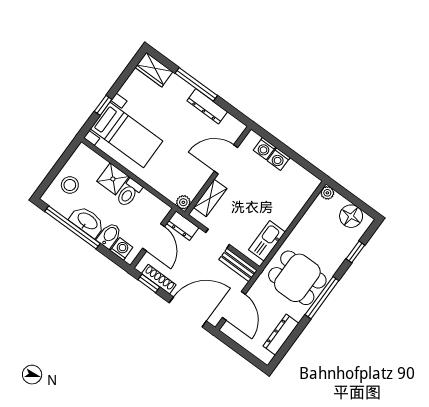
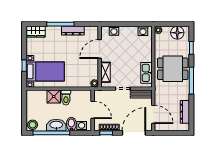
washing machine: (279, 159) -> (143, 31), moved
stool: (70, 185) -> (33, 125), moved
dresser: (183, 226) -> (102, 95), removed
dining table: (297, 278) -> (173, 69), moved

